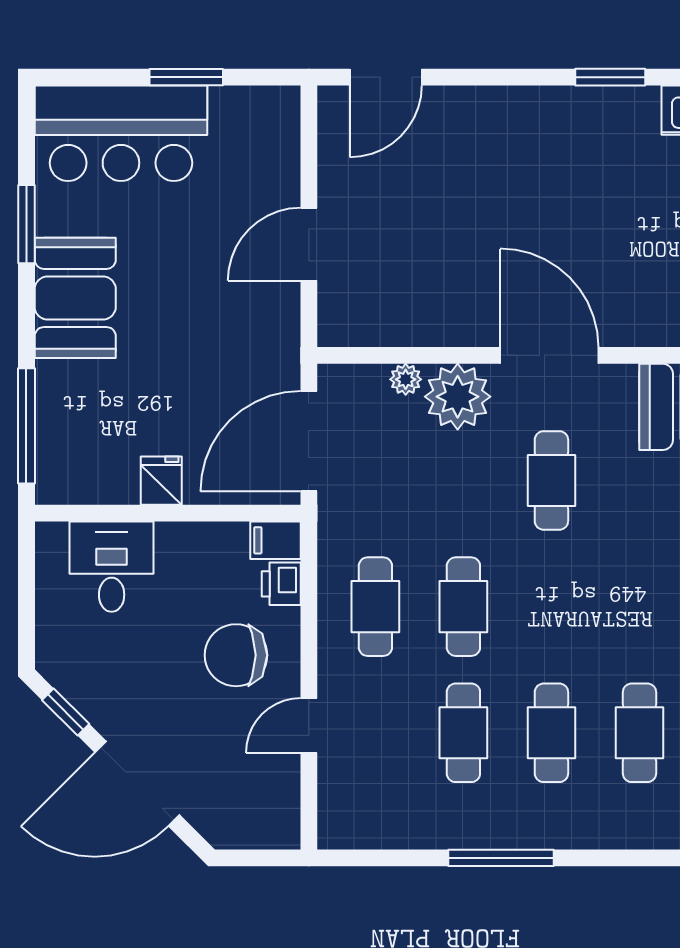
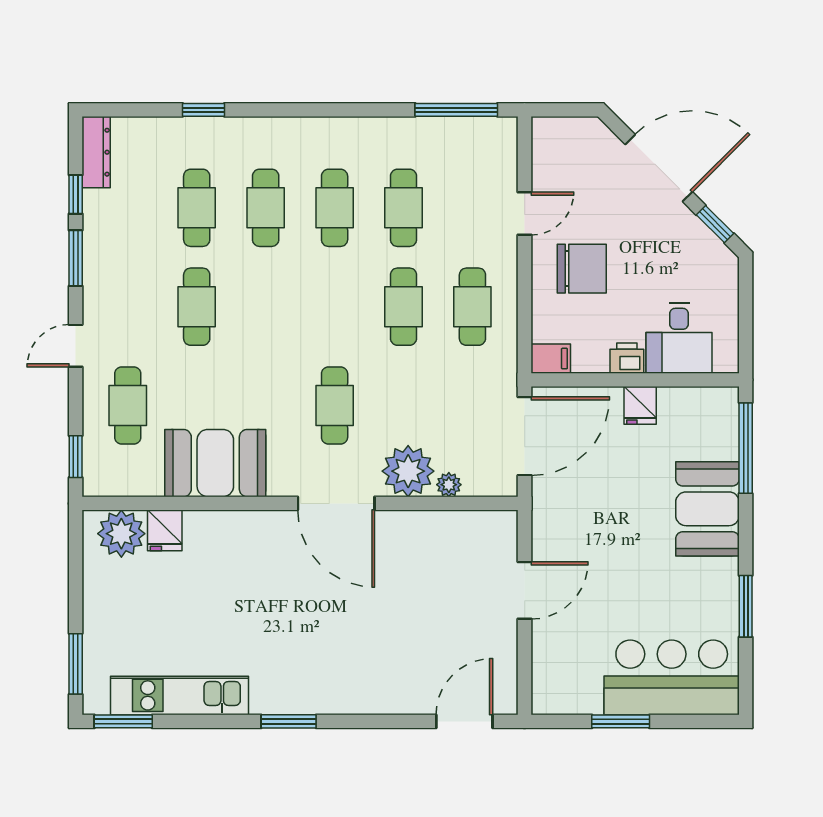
booth: (75, 298) -> (707, 509), moved
printer: (281, 584) -> (627, 358), moved, turned -90
window: (501, 858) -> (456, 110), moved

